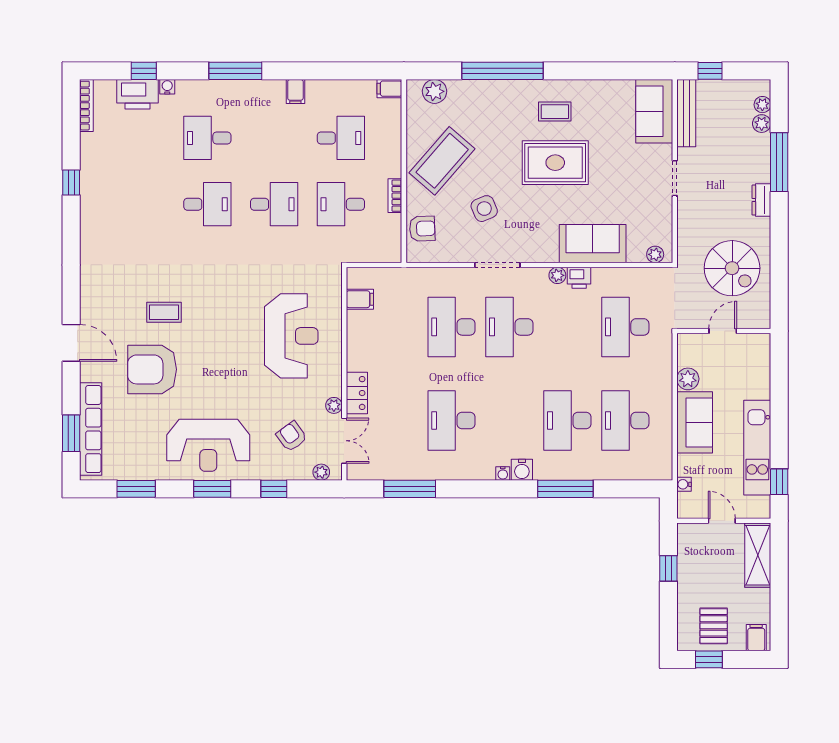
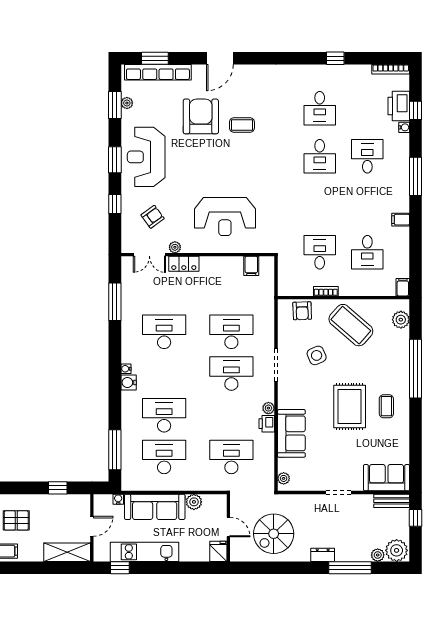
plant: (762, 105) -> (397, 550), width x1.88, depth x1.88
bench: (686, 113) -> (392, 501), width x0.73
desk: (274, 204) -> (320, 108), moved
coffee table: (164, 312) -> (242, 125), turned 90
fridge: (757, 345) -> (218, 551), added
sofa: (695, 422) -> (155, 507), width x1.36
plant: (321, 472) -> (127, 103), moved
window: (565, 489) -> (115, 450), moved

